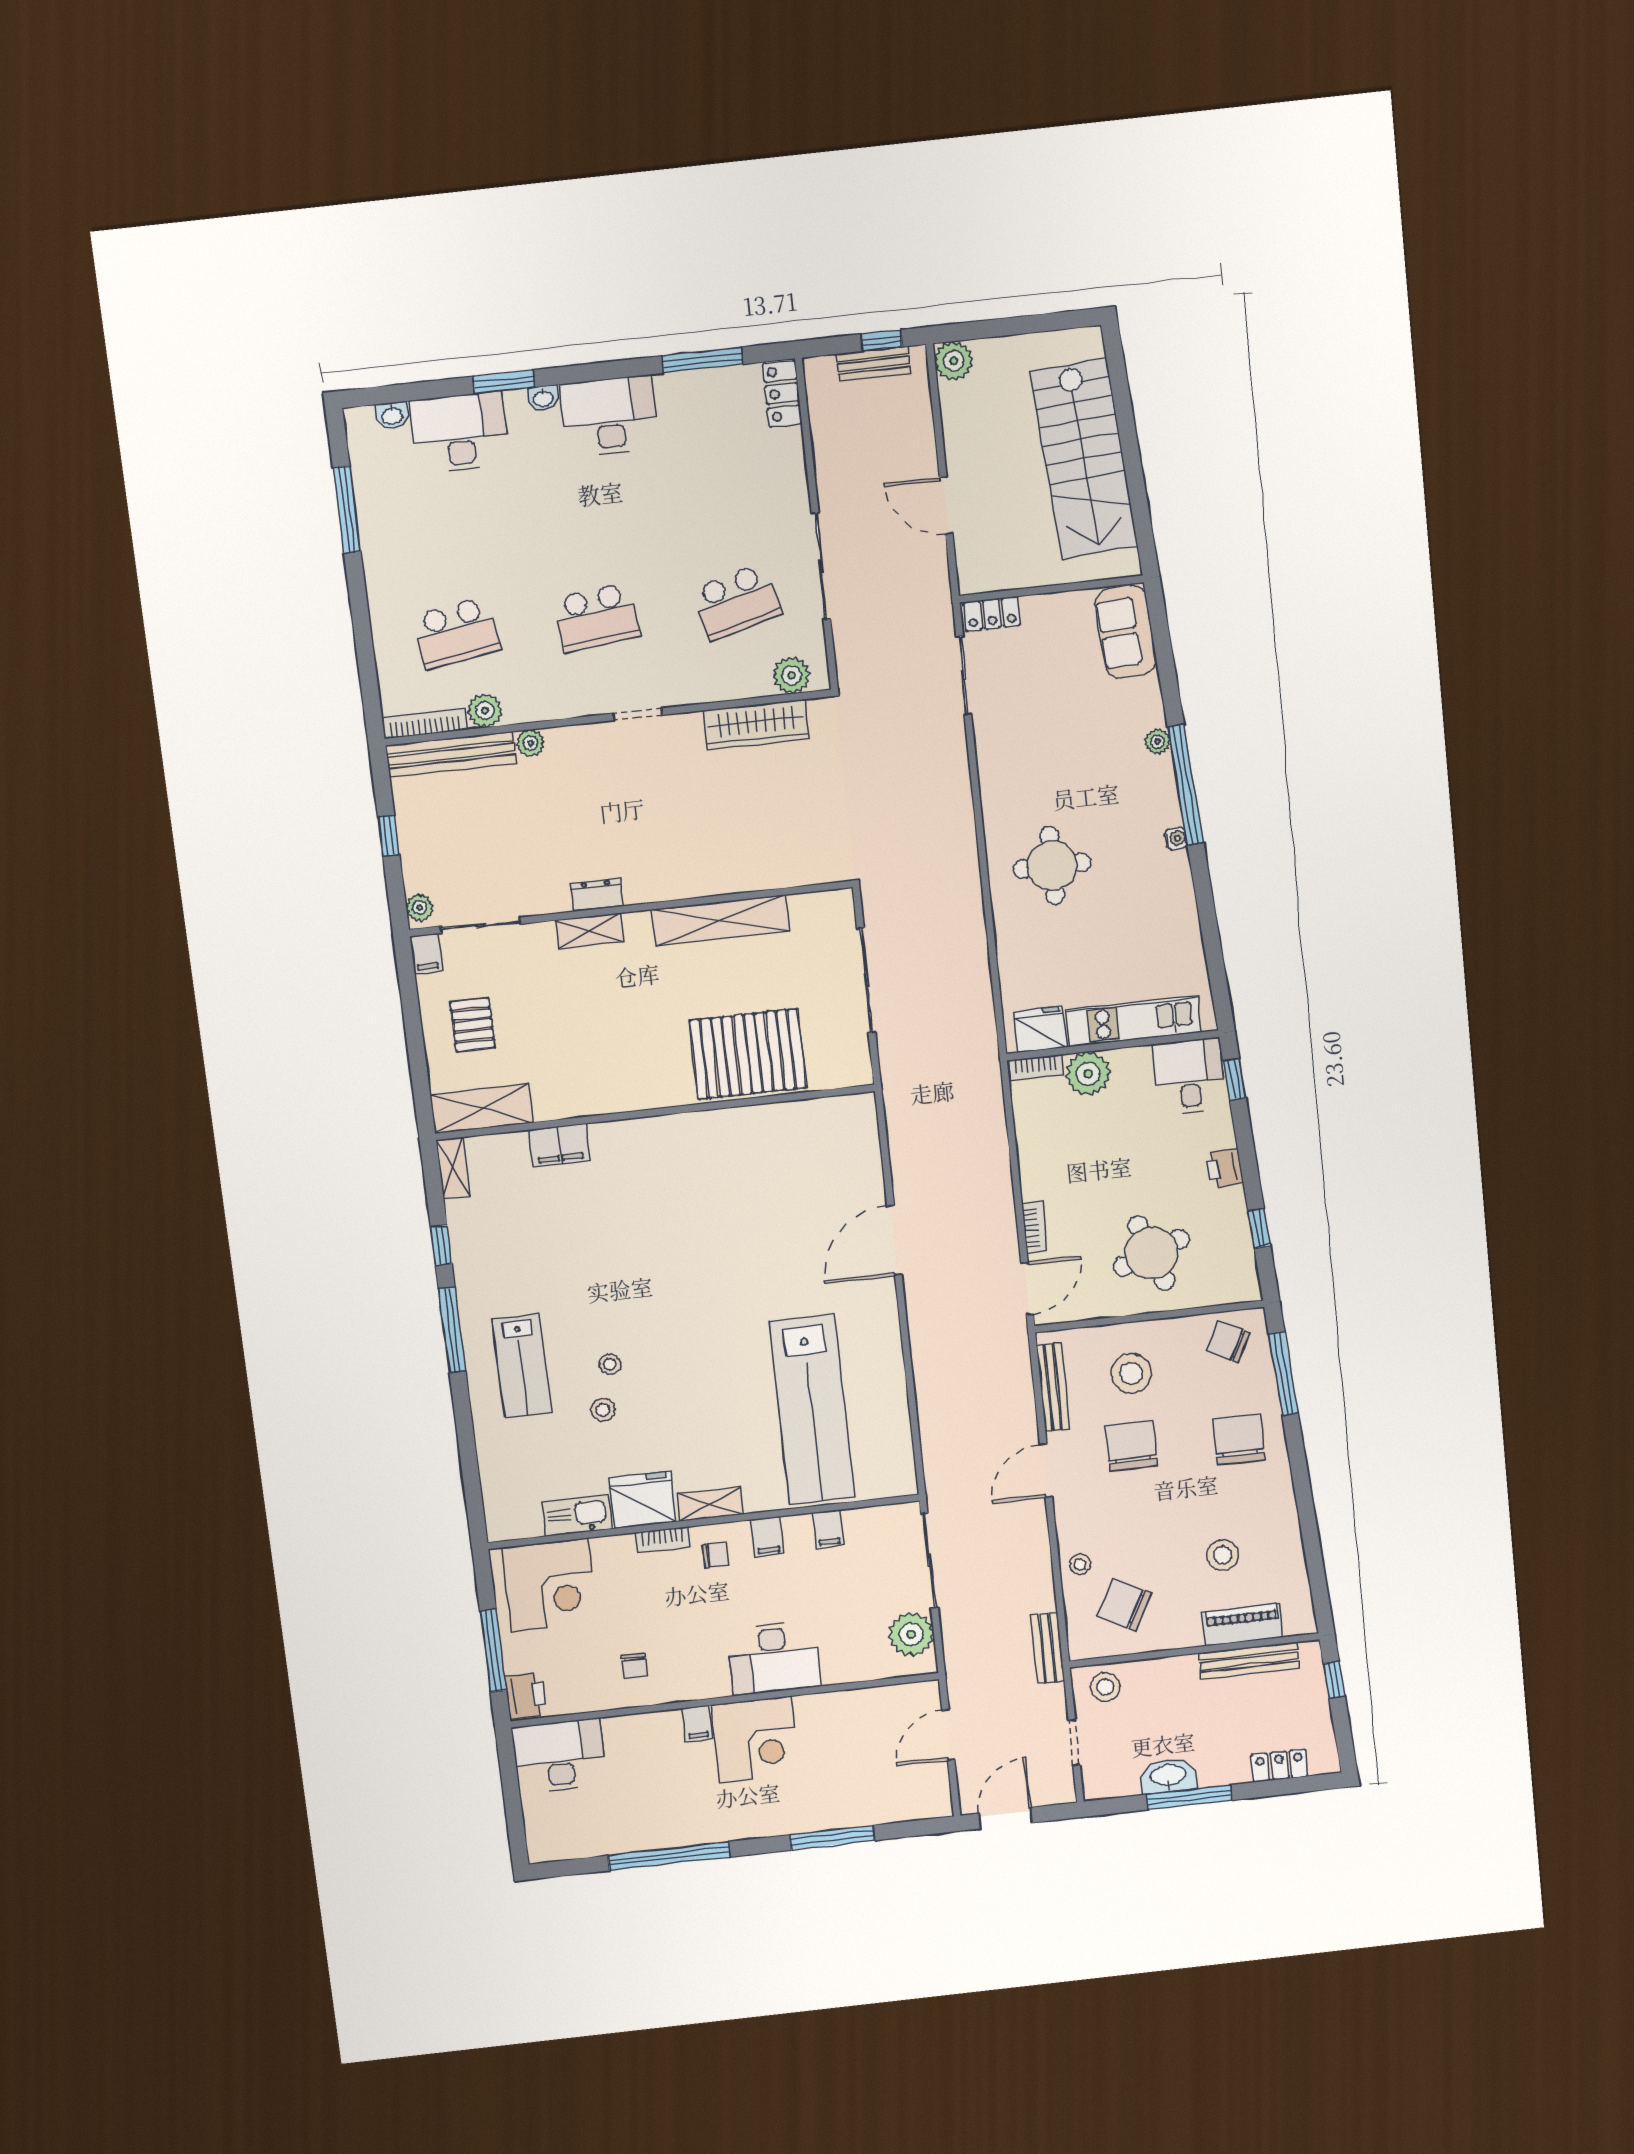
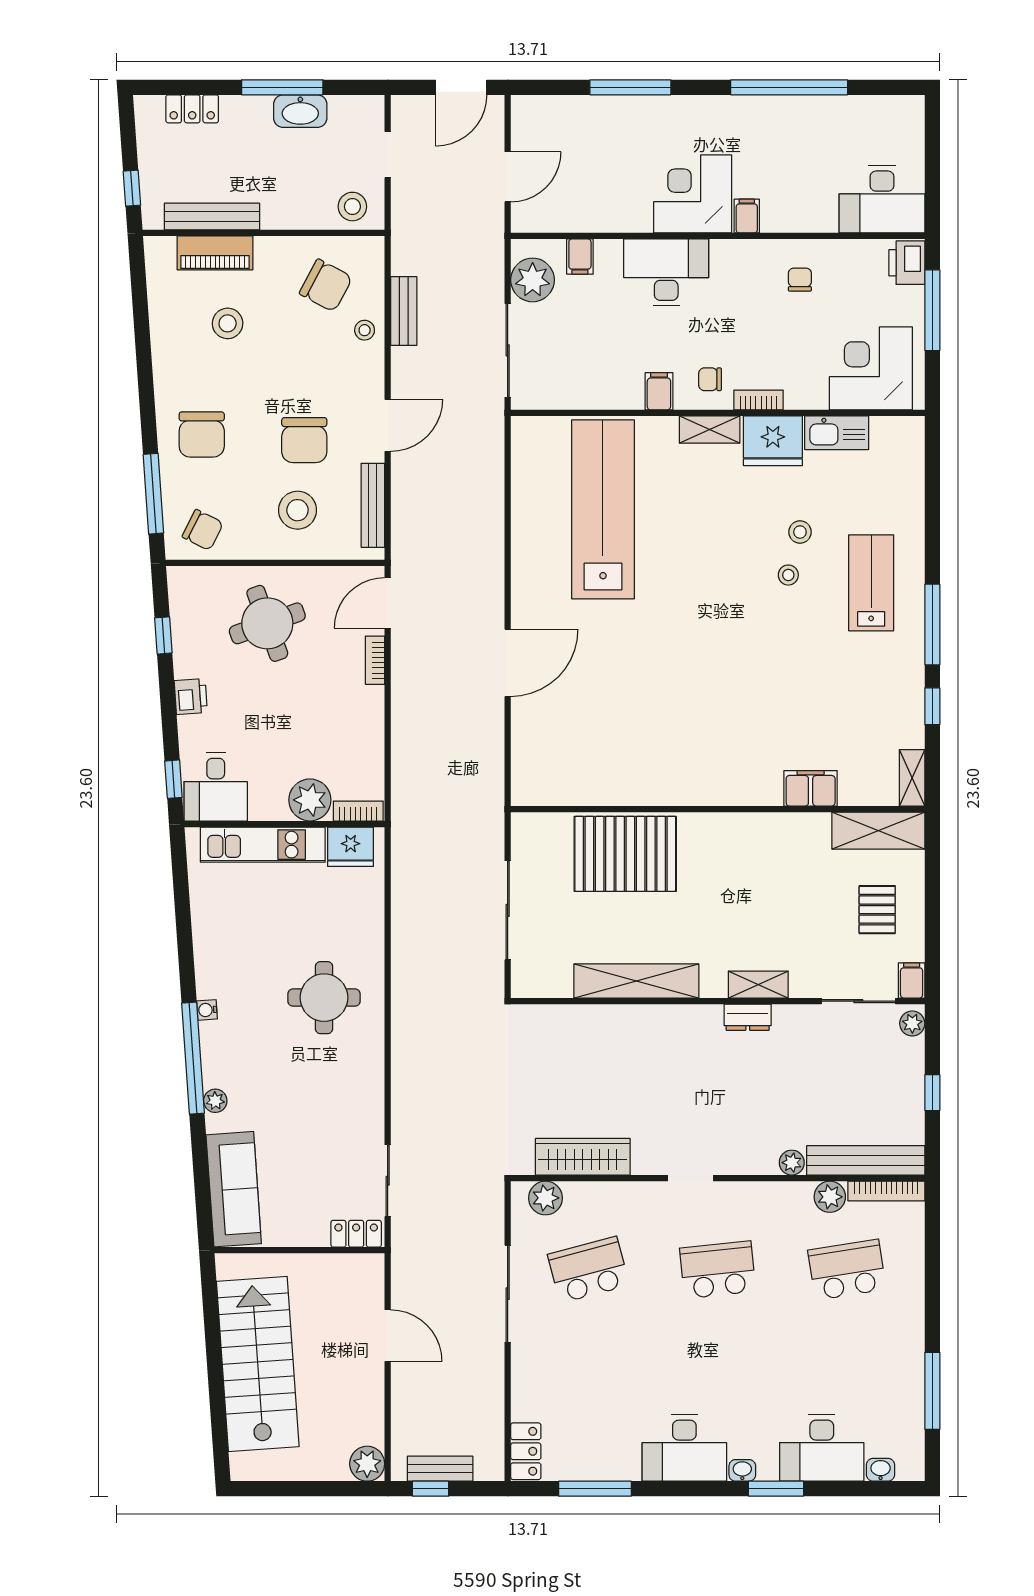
sofa: (1126, 632) -> (234, 1189), width x1.36
filing cabinet: (828, 1529) -> (580, 257), moved, turned 180
bench: (1048, 1648) -> (404, 311), moved

